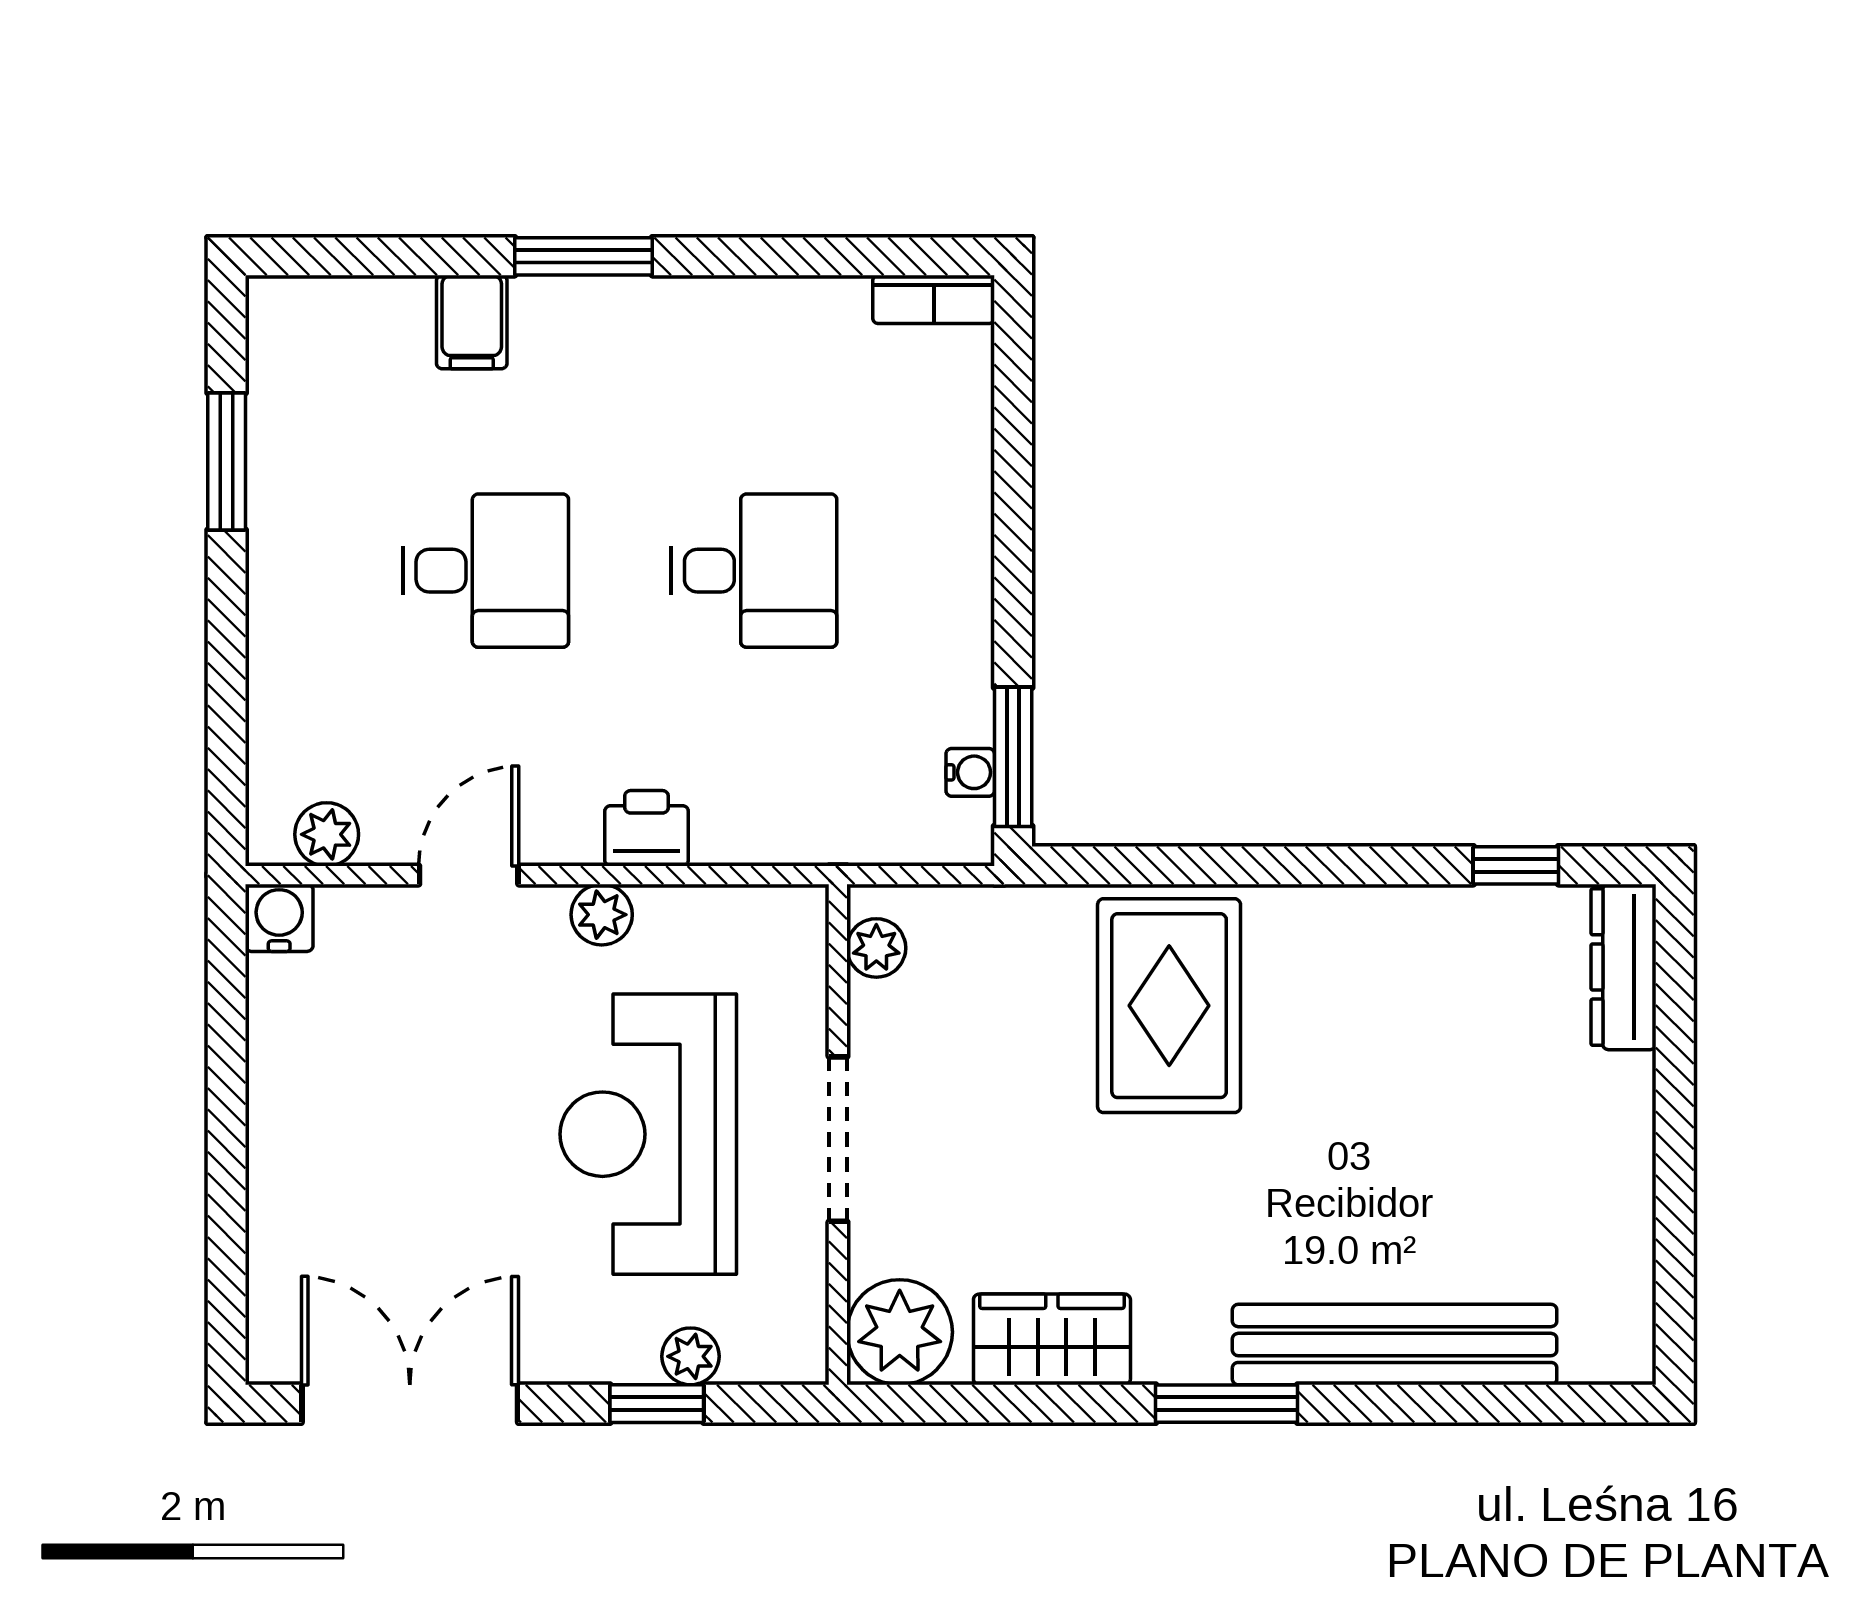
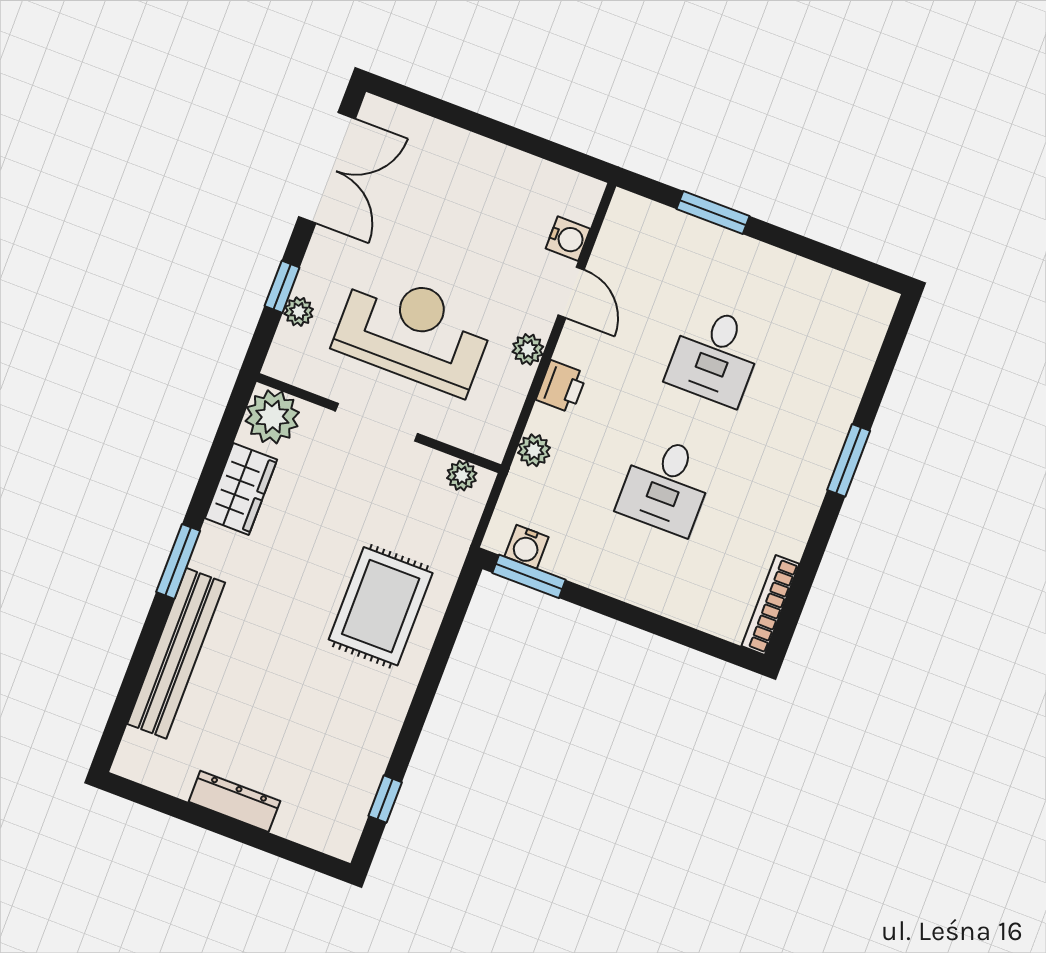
bookcase: (934, 299) -> (770, 605), width x1.56
filing cabinet: (472, 322) -> (837, 395), removed
window: (227, 461) -> (713, 213), moved
water cooler: (970, 772) -> (527, 547), width x1.38, depth x1.38
plant: (327, 834) -> (534, 450), moved
water cooler: (279, 918) -> (568, 239), moved
dresser: (1624, 967) -> (234, 801), moved
rug: (1169, 1006) -> (381, 606), turned 90

